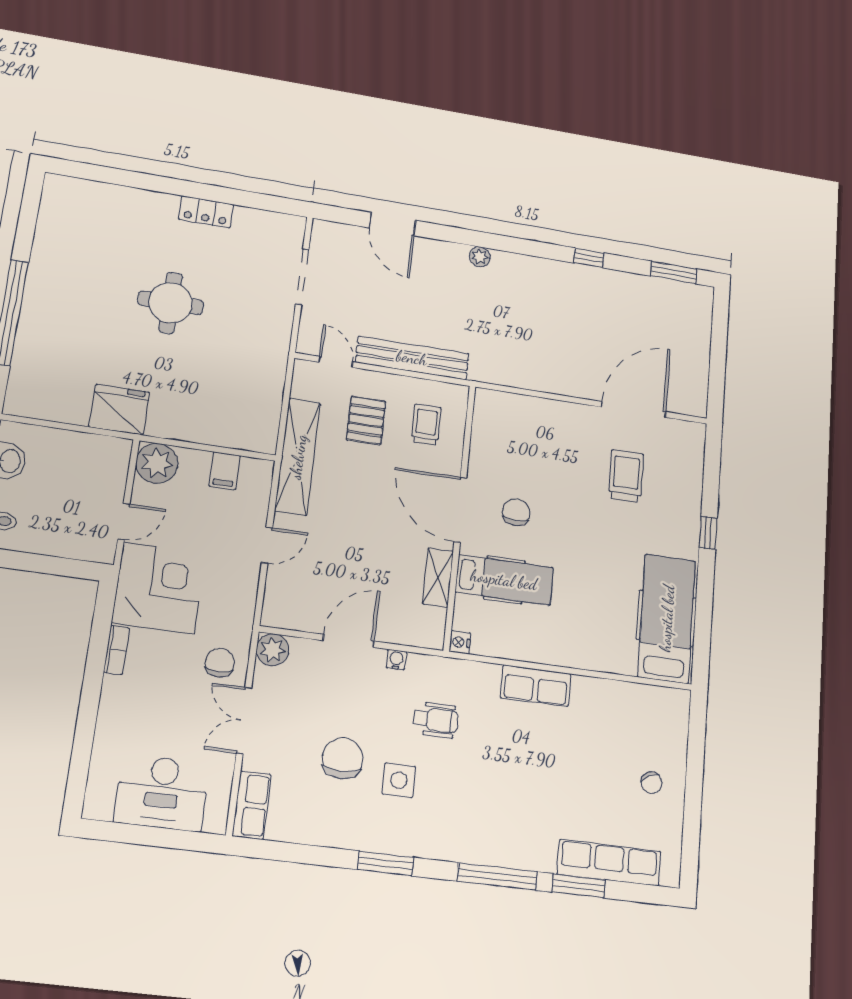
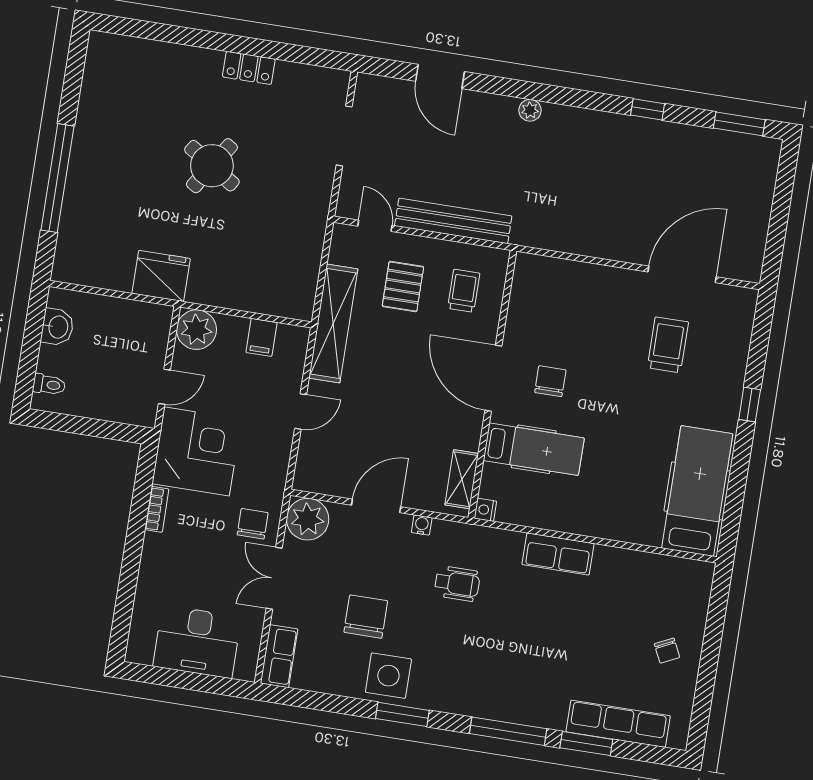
round table: (171, 303) -> (212, 166), turned 33
shelving: (438, 577) -> (462, 479), moved
plant: (273, 650) -> (308, 519), width x1.36, depth x1.36
side table: (399, 780) -> (388, 676), moved, width x1.37, depth x1.37

